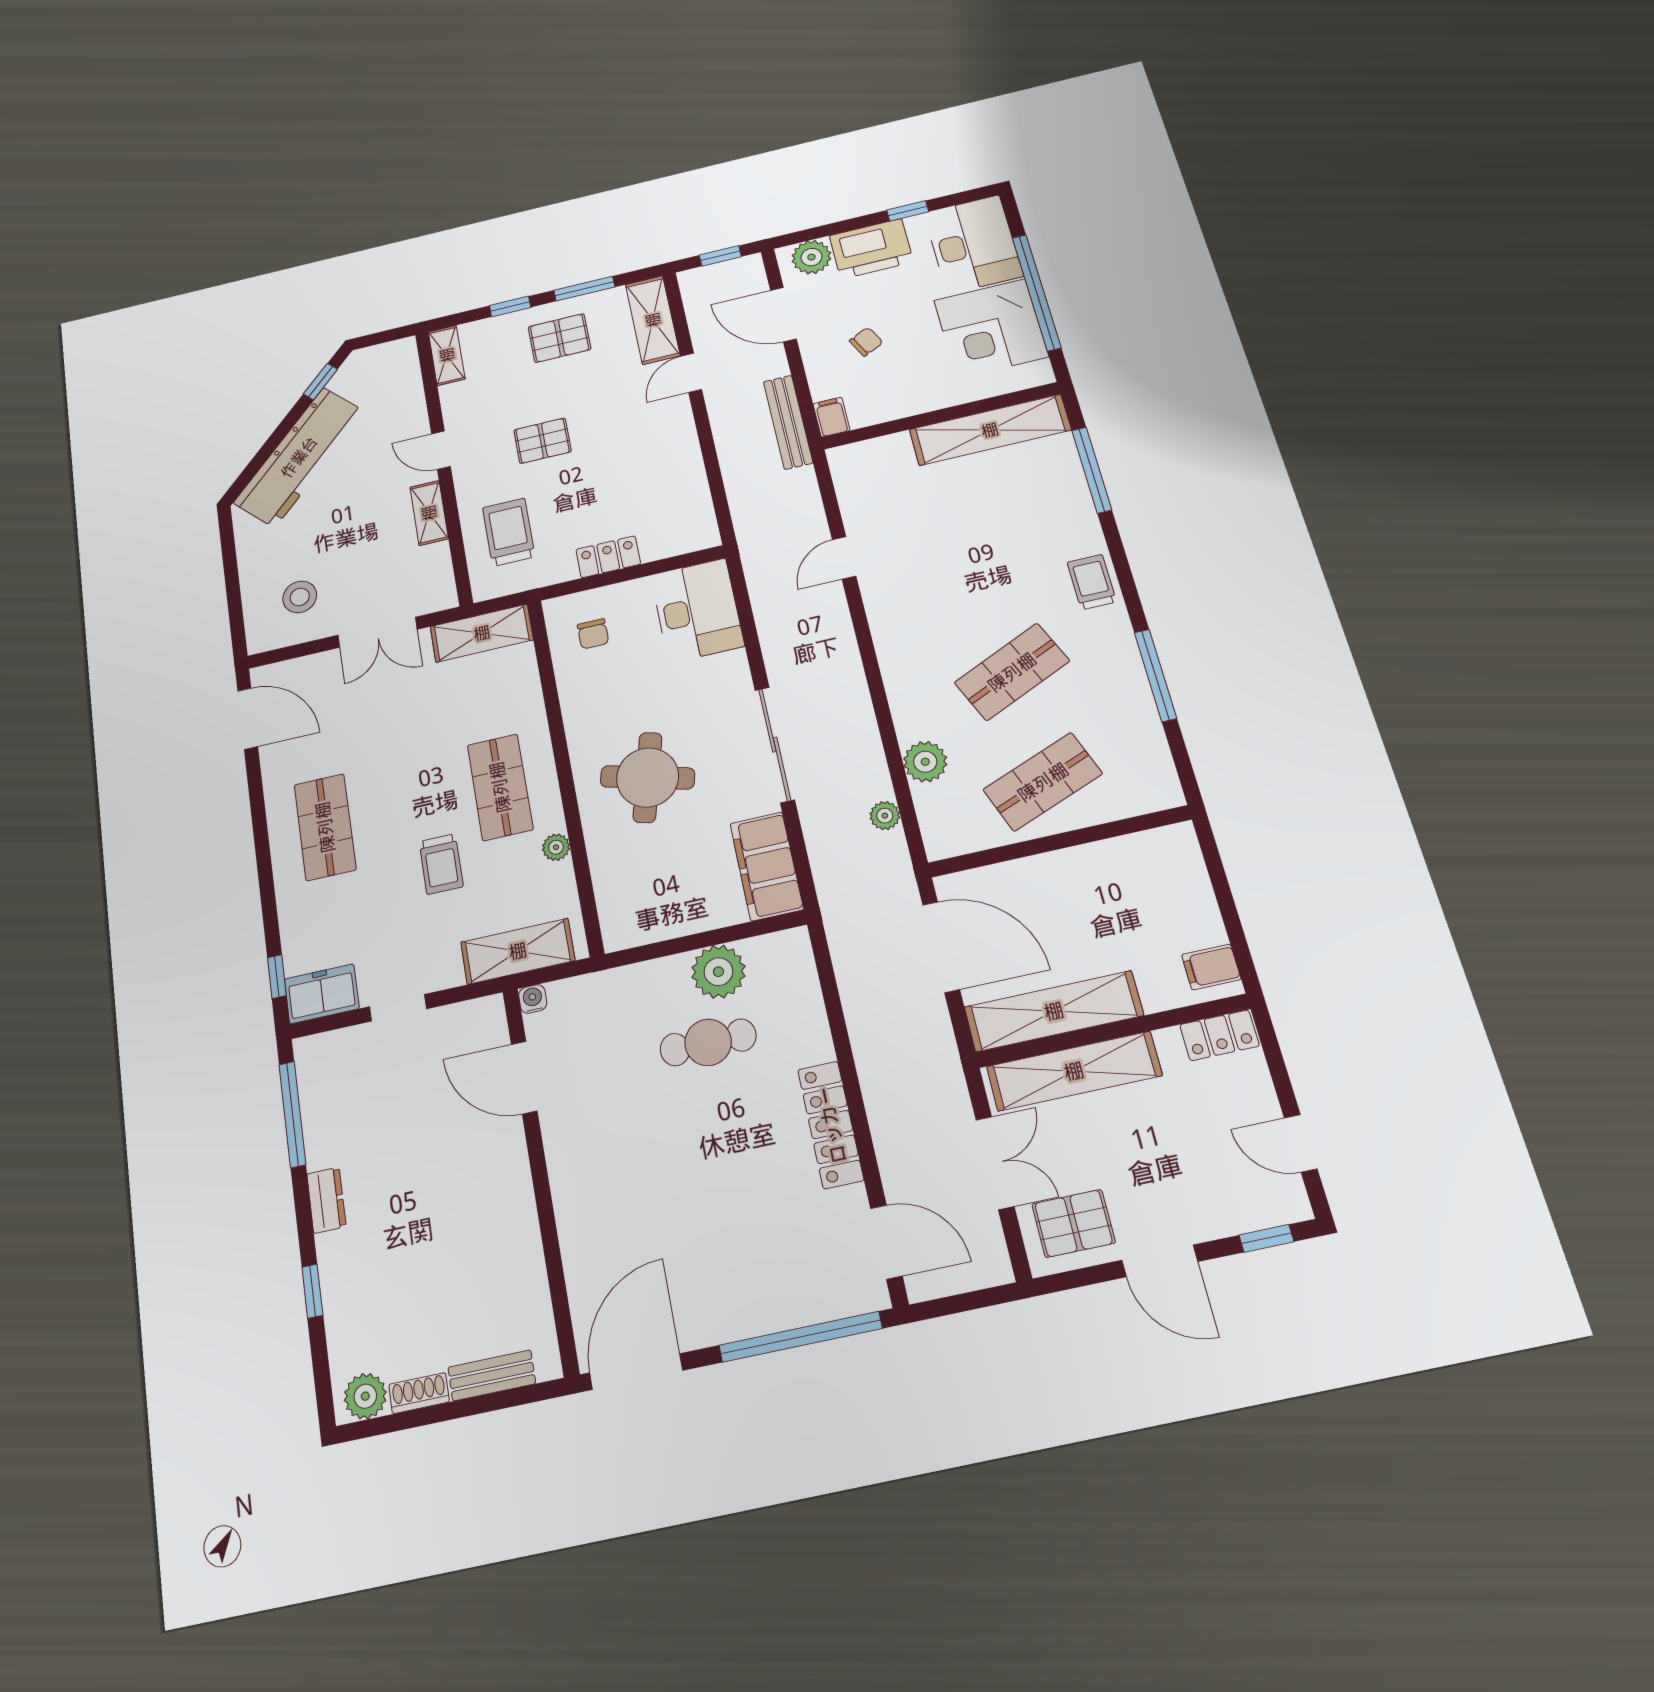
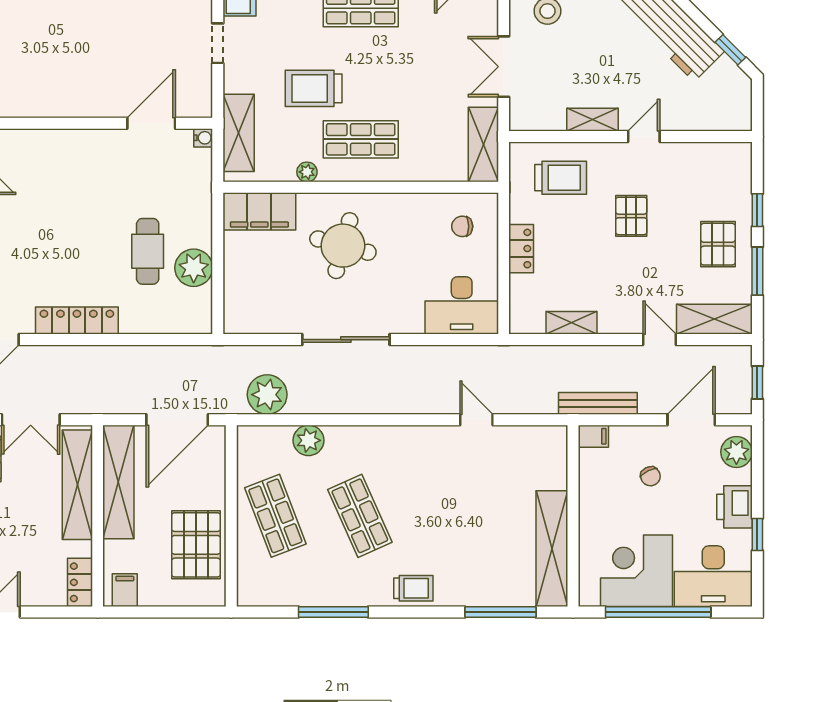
printer: (871, 249) -> (735, 507), width x0.73, depth x0.84
shelving: (447, 355) -> (571, 323), moved
plant: (885, 816) -> (267, 395), width x1.88, depth x1.88
trolley: (441, 864) -> (314, 88), width x1.36, depth x1.39
filing cabinet: (767, 866) -> (259, 211), moved, turned 180
pallet: (1115, 880) -> (196, 545), added

